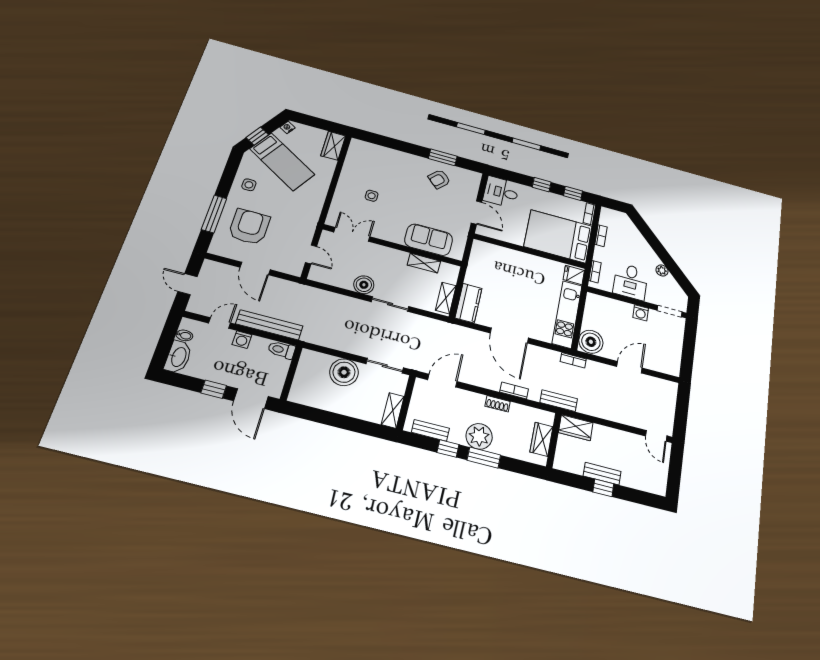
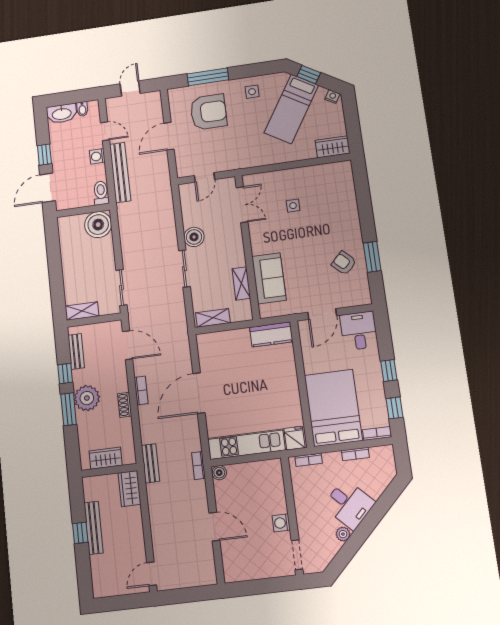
desk: (631, 282) -> (349, 504), moved, turned -135
kitchen counter: (468, 303) -> (271, 334), moved
boiler: (591, 342) -> (219, 473), width x0.54, depth x0.54
boiler: (344, 372) -> (98, 225), moved
bookcase: (514, 391) -> (141, 390), moved
bench: (602, 474) -> (94, 528), width x1.36

